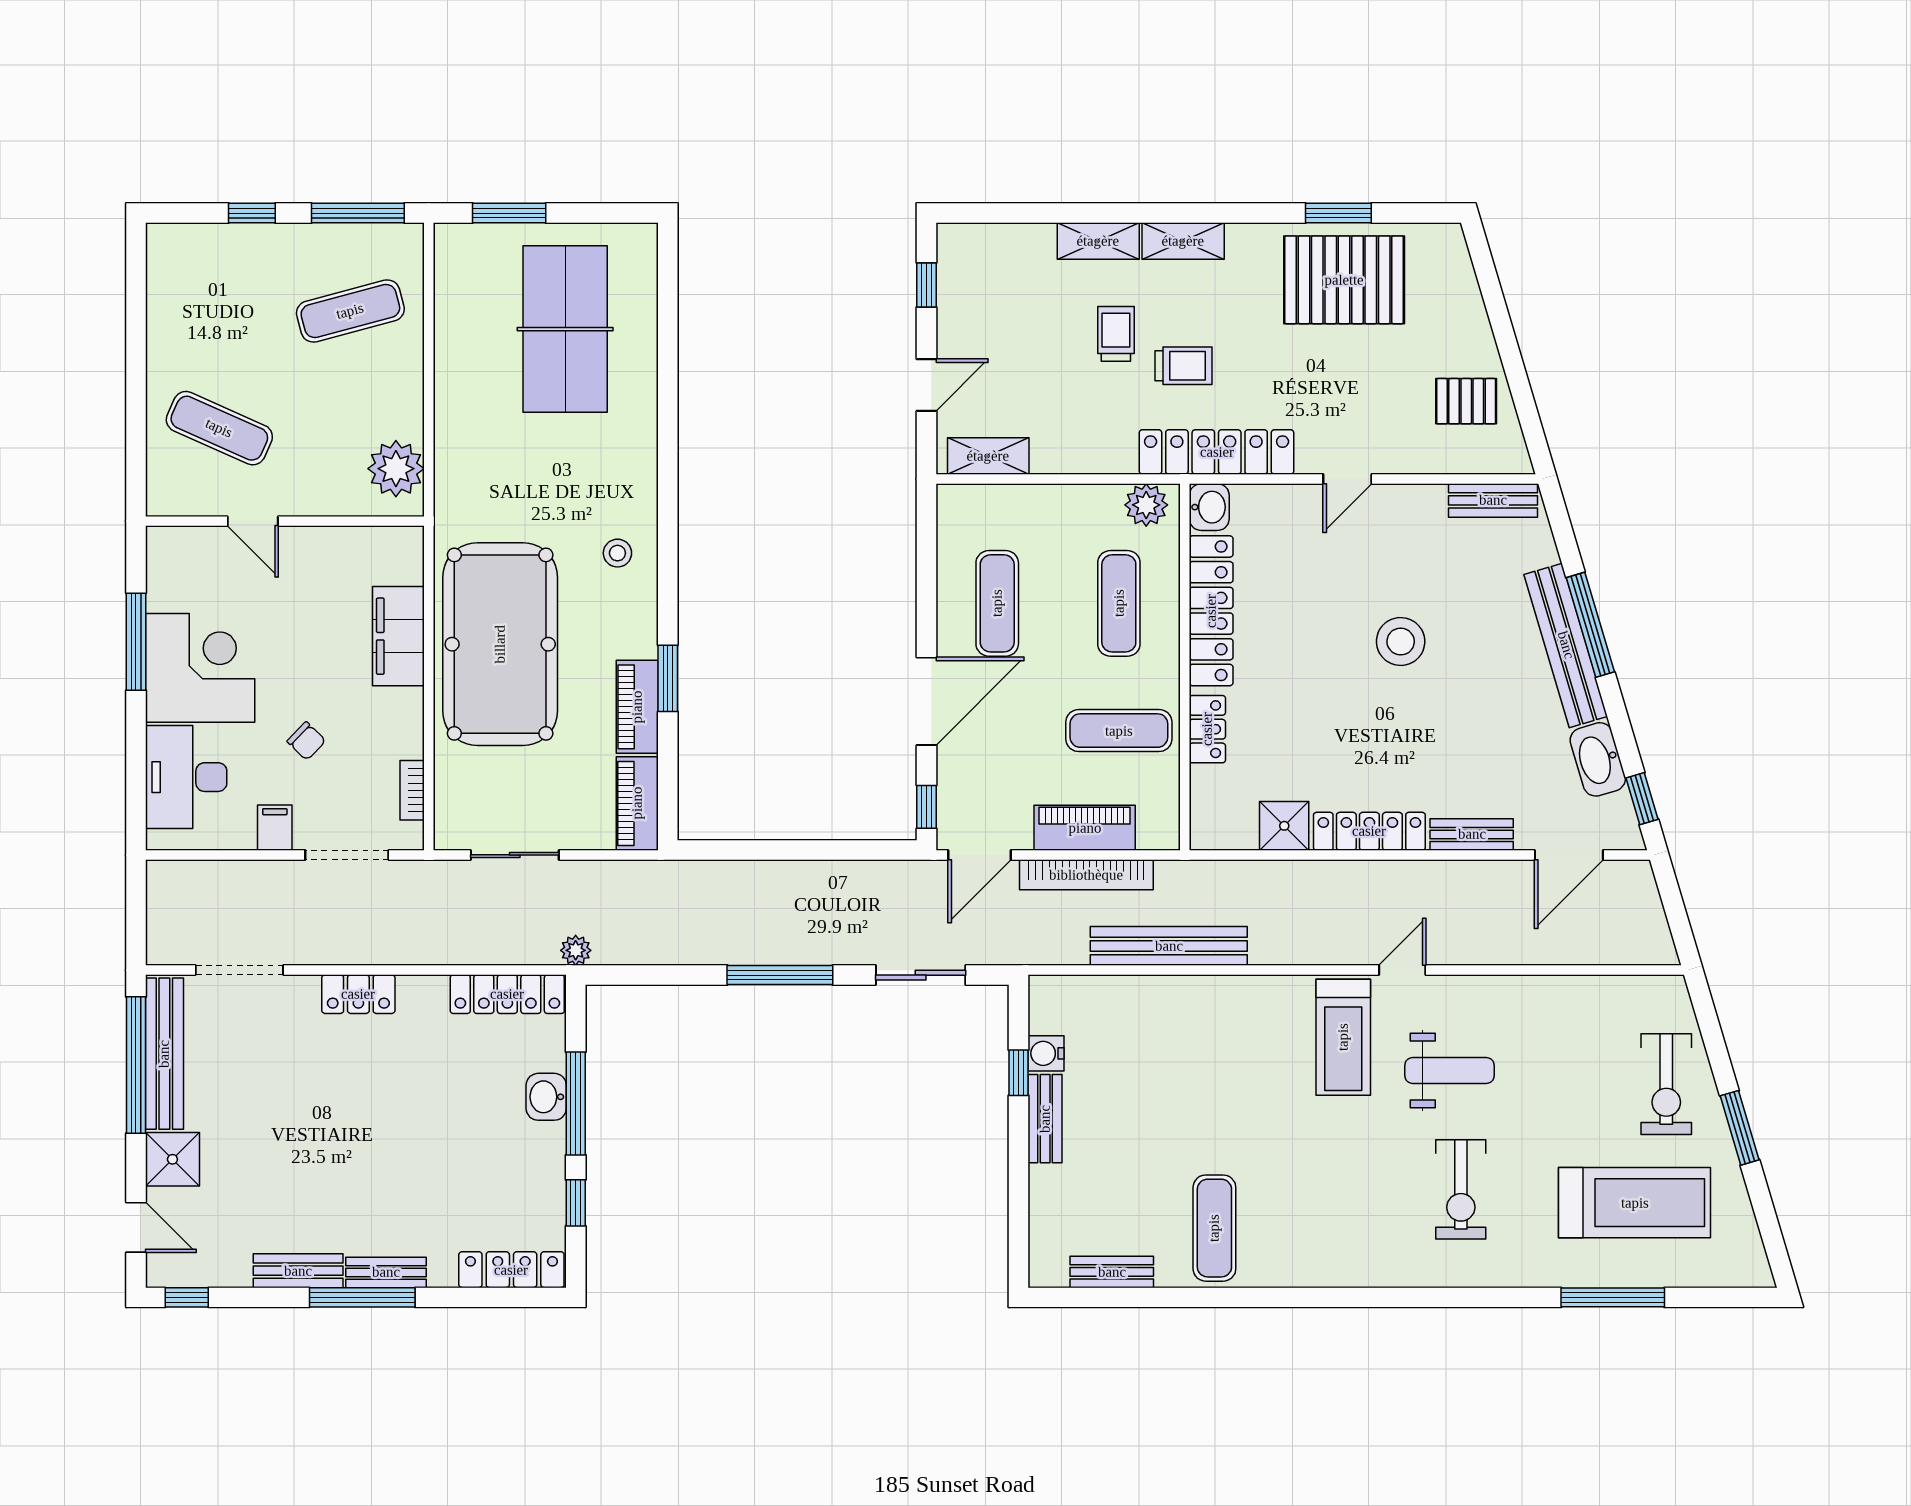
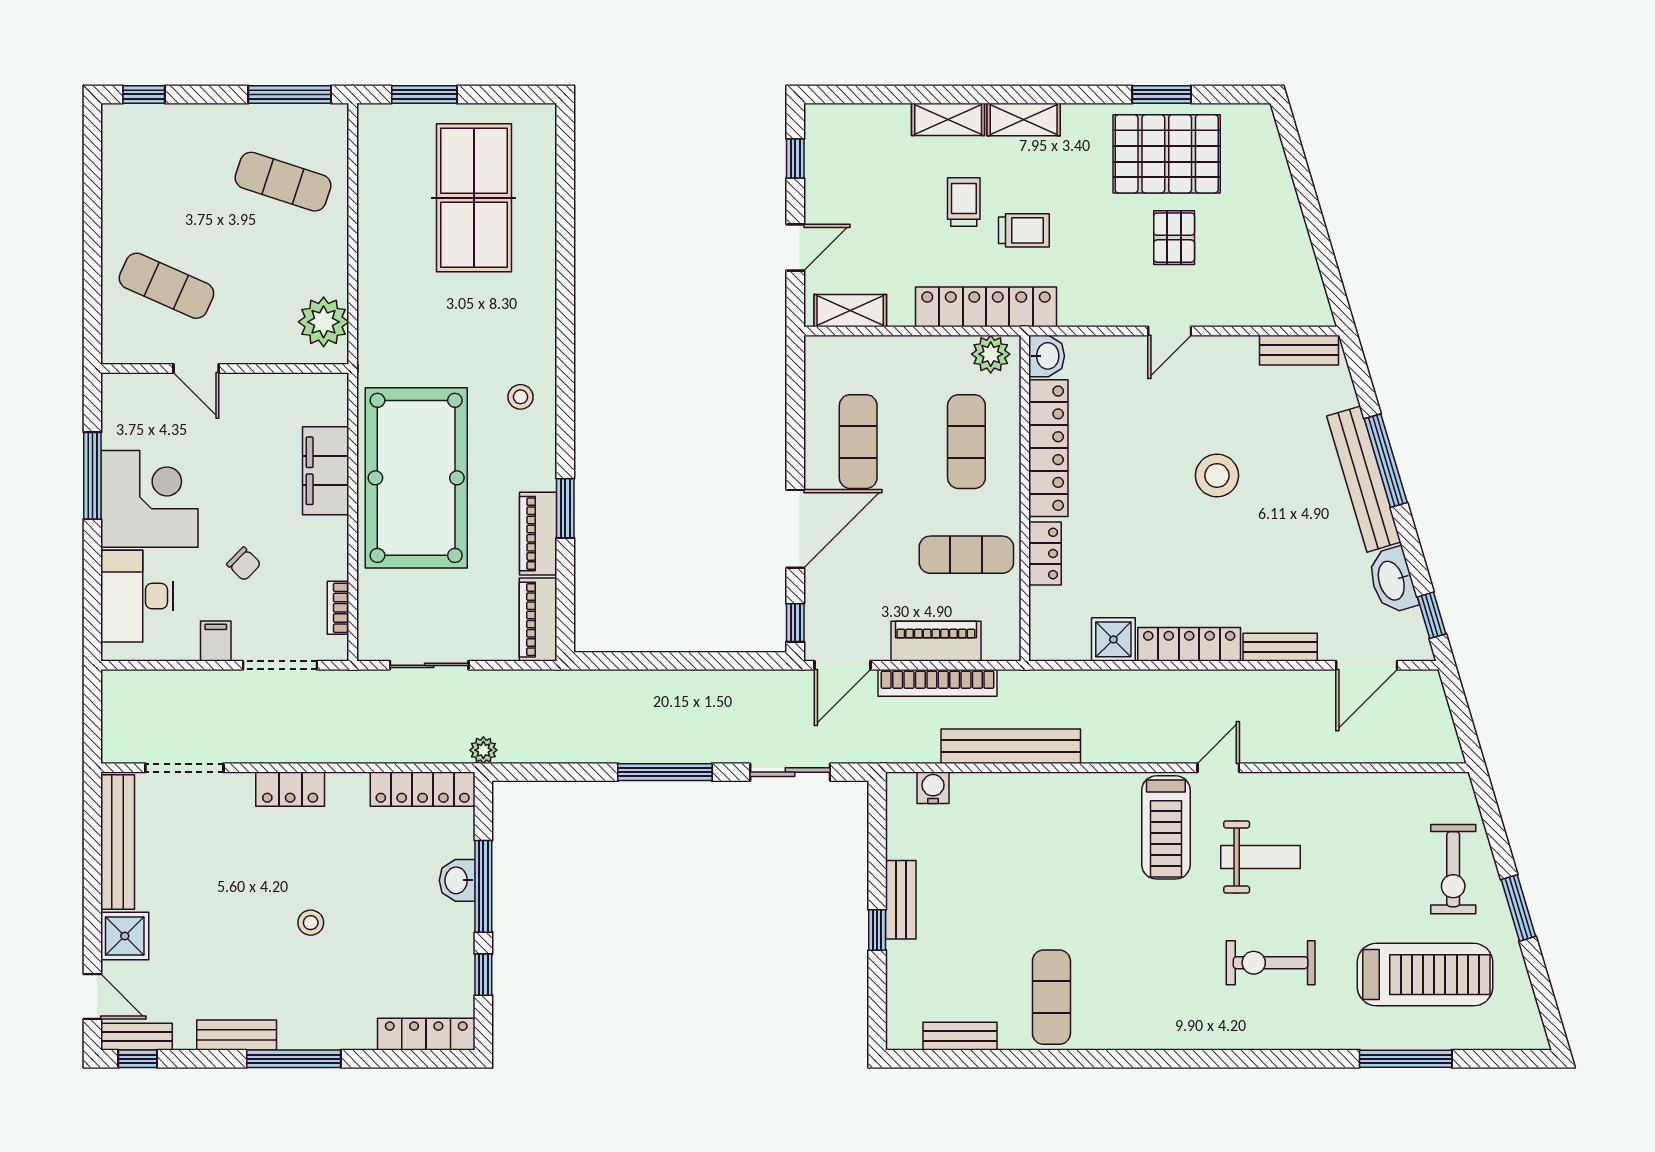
window: (252, 213) -> (144, 94), moved
exercise mat: (350, 311) -> (283, 182), turned 33
pallet: (1466, 401) -> (1174, 238), moved, turned 90
locker: (1217, 452) -> (986, 307), moved
water cooler: (1046, 1053) -> (933, 788), moved, turned 90
window: (136, 1065) -> (92, 852), removed
window: (1019, 1073) -> (877, 930), moved
stool: (382, 1144) -> (311, 923), added
exercise bike: (1461, 1189) -> (1271, 963), turned 90
bench: (386, 1272) -> (136, 1037), moved

